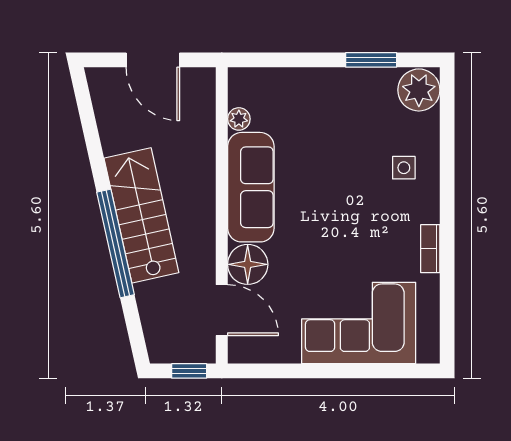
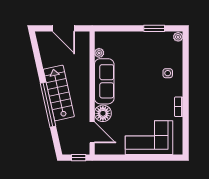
plant: (419, 90) -> (178, 37), width x0.53, depth x0.53

